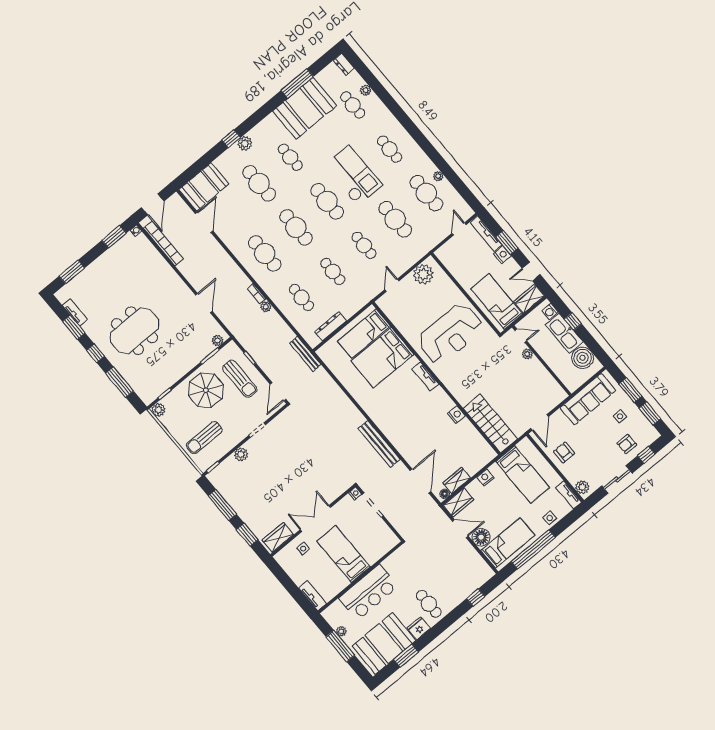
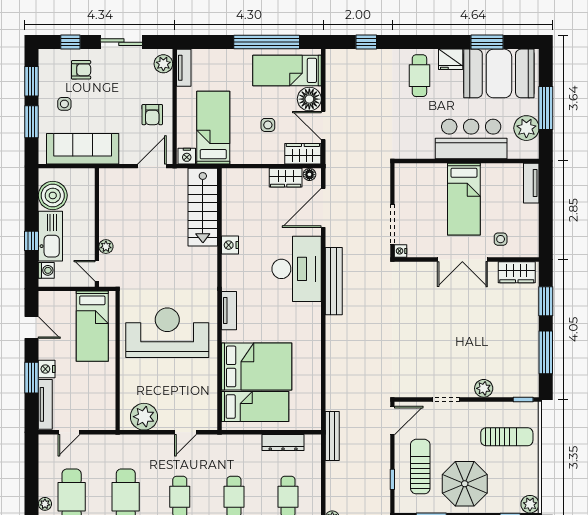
wardrobe: (529, 299) -> (57, 301), removed
desk: (406, 433) -> (297, 269), added
nightstand: (485, 478) -> (187, 156), moved
side table: (550, 518) -> (268, 125), moved
plant: (341, 631) -> (526, 128), width x1.88, depth x1.88

